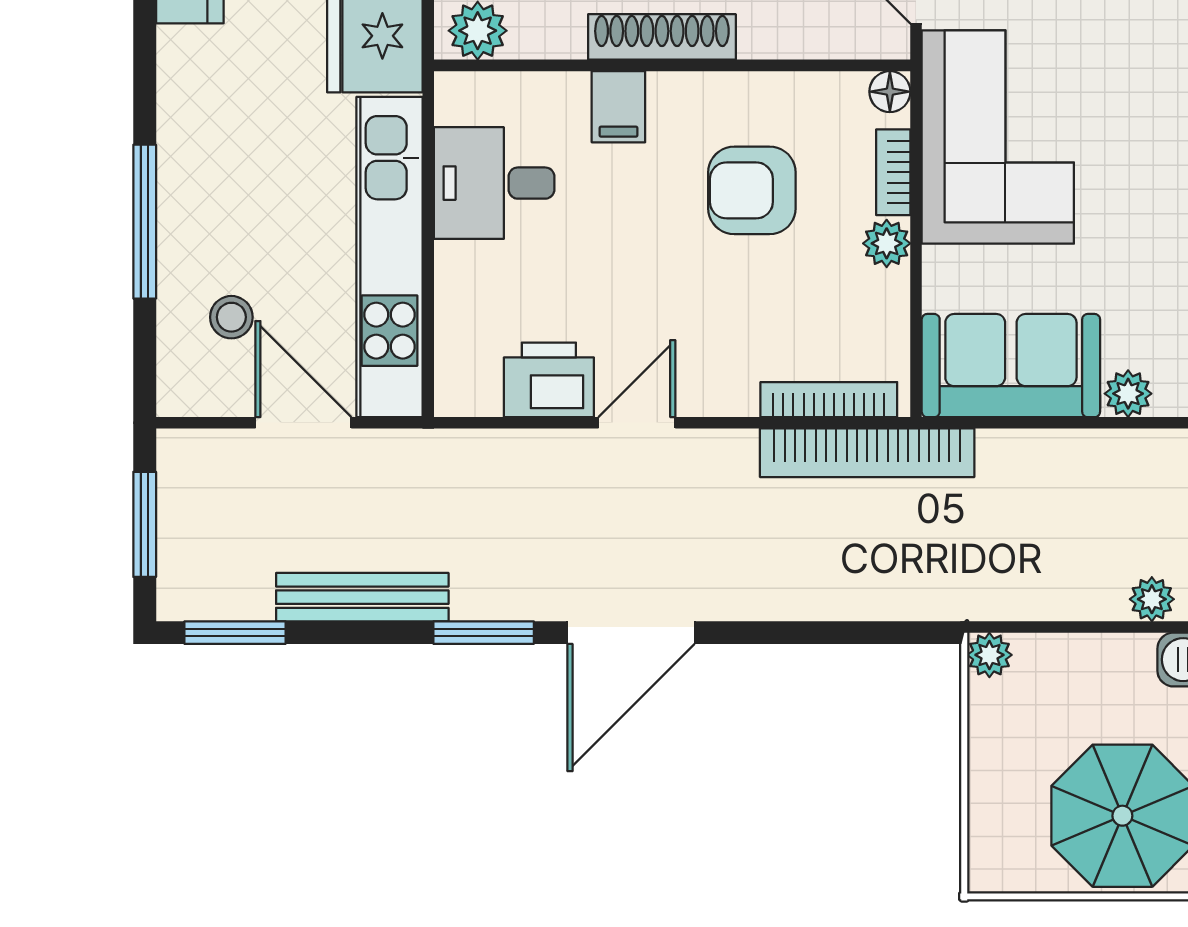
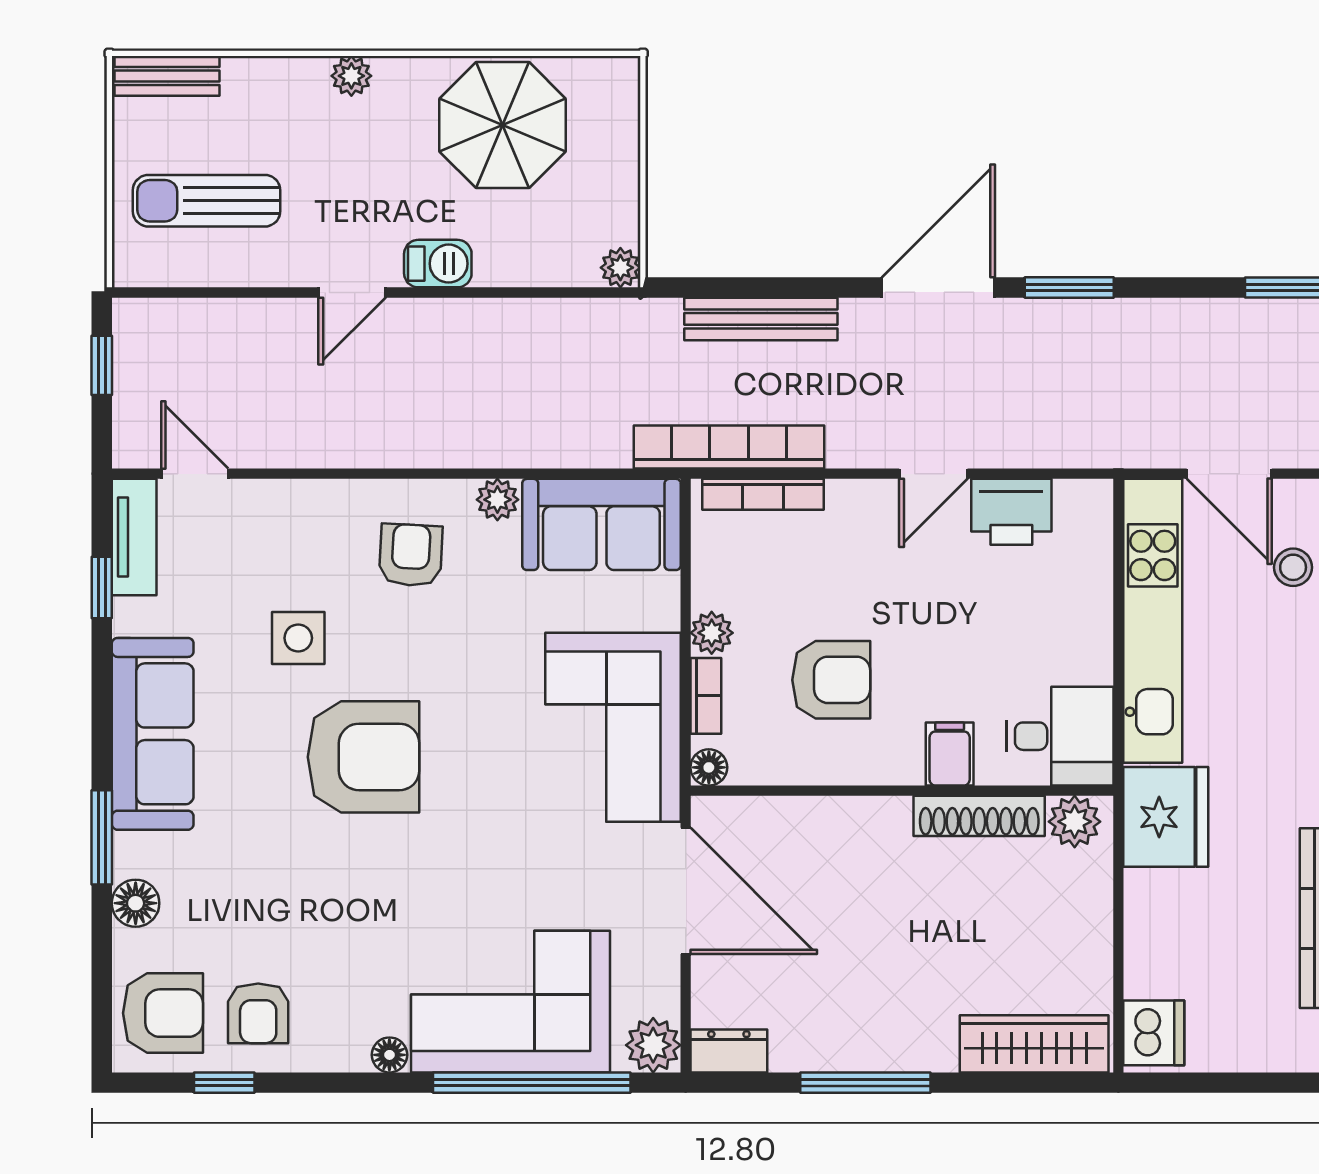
shoe rack: (662, 37) -> (979, 816), moved
desk: (494, 183) -> (1060, 736), moved
bench: (362, 597) -> (761, 319), moved
plant: (1152, 599) -> (476, 317), removed

